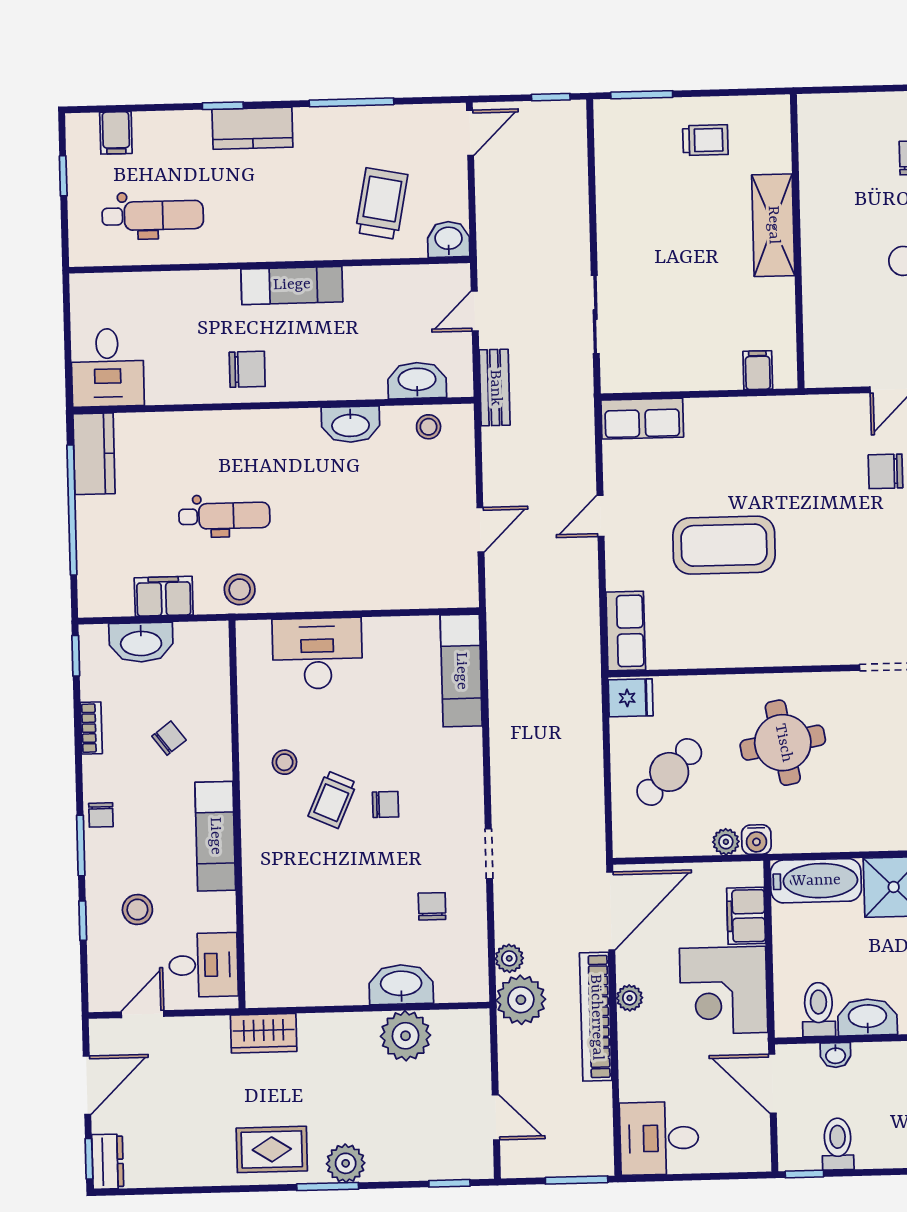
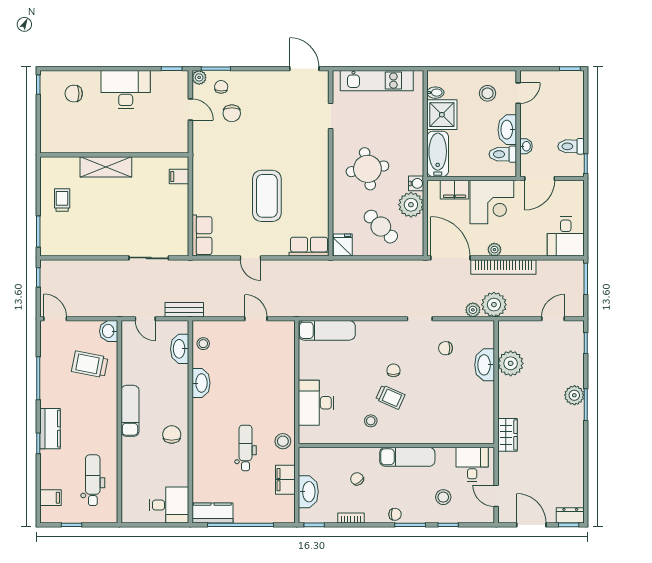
plant: (726, 842) -> (411, 205), width x1.88, depth x1.88
rug: (272, 1149) -> (566, 432), removed

